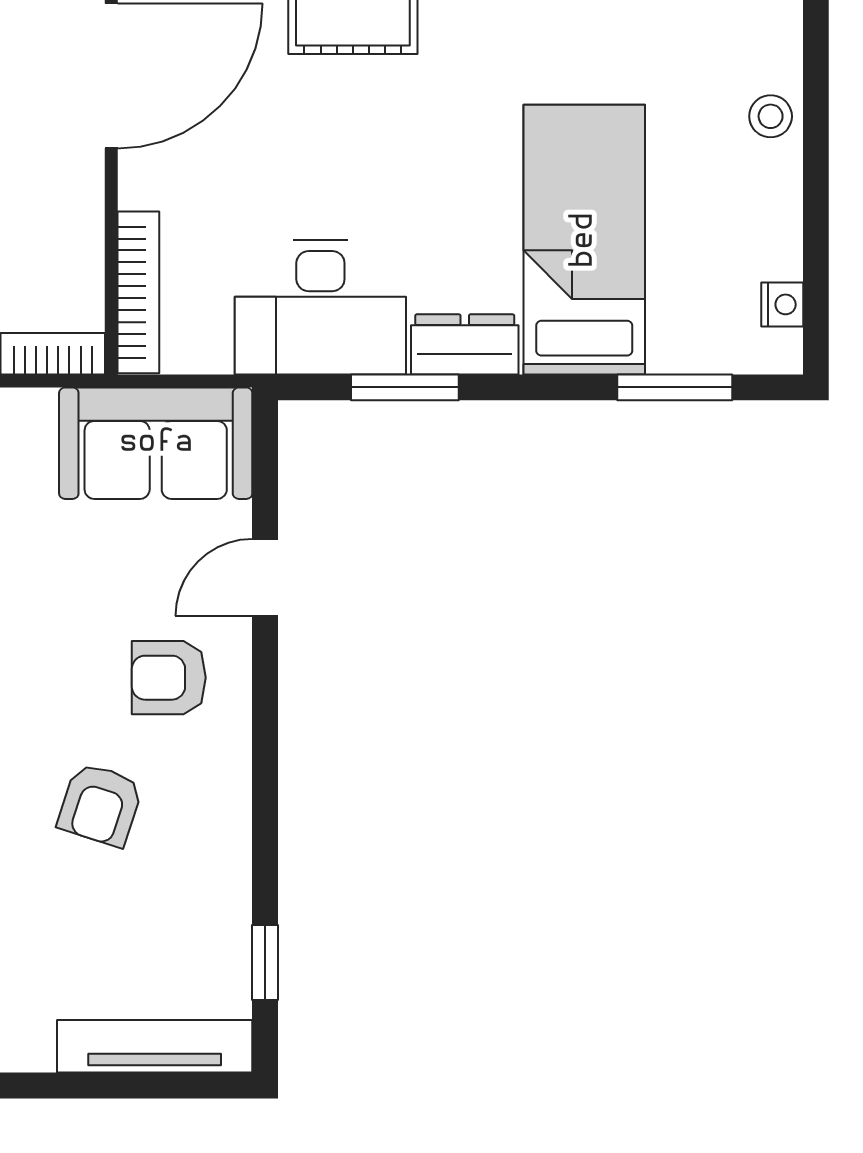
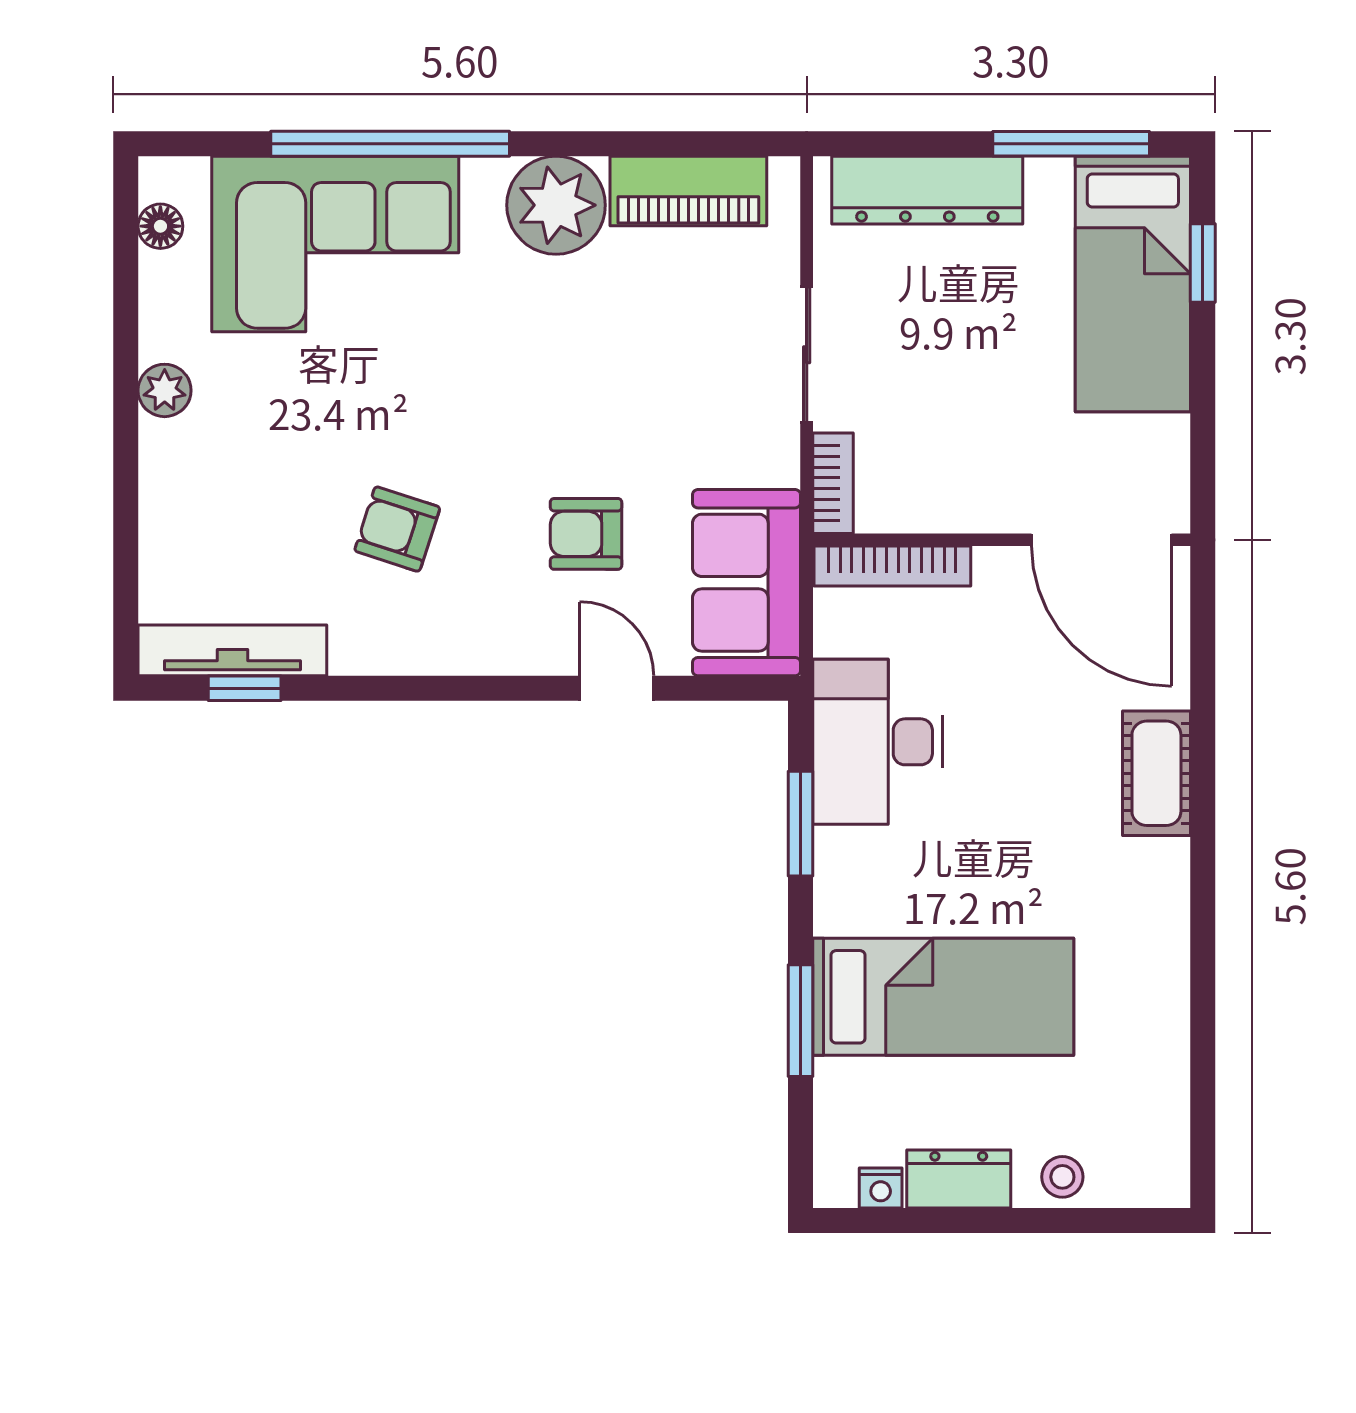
dresser: (465, 344) -> (959, 1179), moved, turned -90
window: (675, 387) -> (800, 1021), moved
armchair: (169, 678) -> (586, 534), moved, turned -90
tv unit: (155, 1046) -> (232, 650), moved, turned -90

